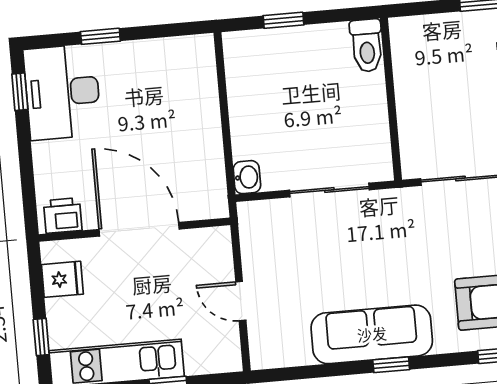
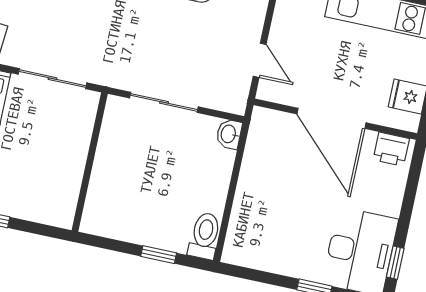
toilet: (367, 46) -> (205, 236), moved
door: (241, 301) -> (260, 60), moved

